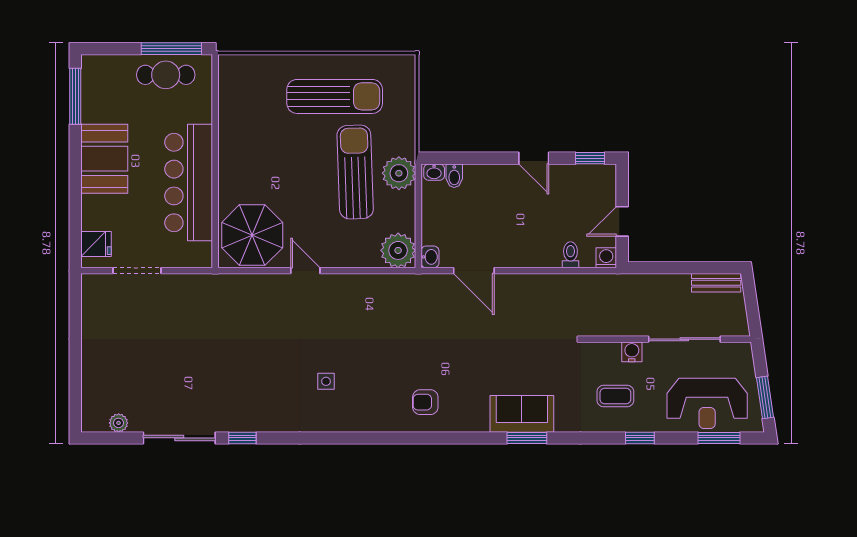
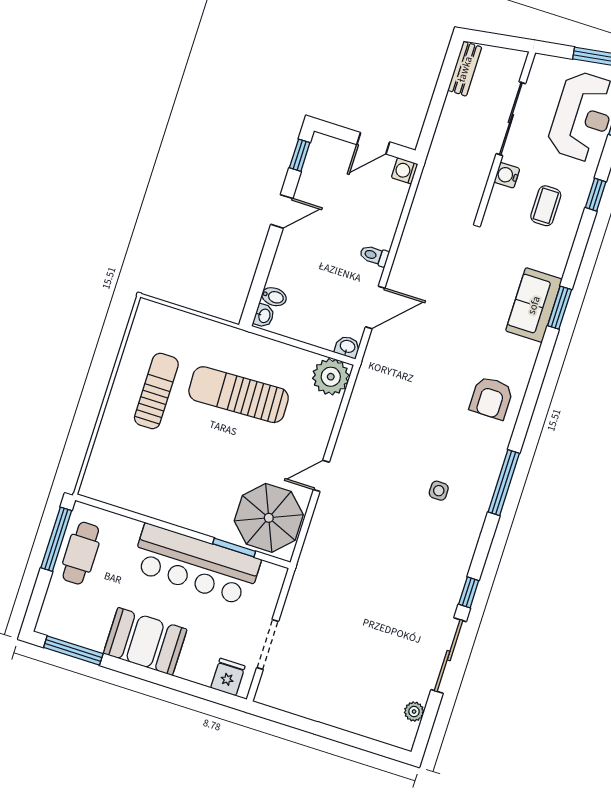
sun lounger: (335, 96) -> (156, 391), width x0.73, depth x0.75
plant: (399, 173) -> (254, 351), removed
window: (215, 212) -> (234, 548), added
door: (622, 221) -> (373, 143), hinge flipped
toilet: (570, 255) -> (374, 256), moved
armchair: (425, 402) -> (491, 398), width x1.38, depth x1.38
window: (352, 438) -> (504, 483), added

